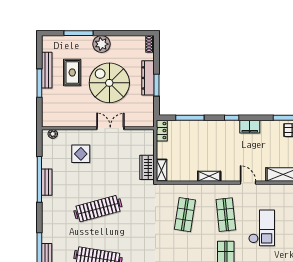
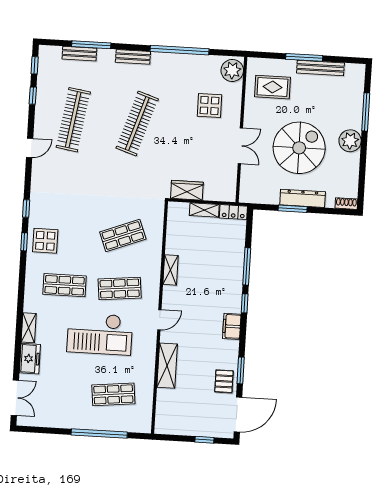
rug: (72, 73) -> (272, 87), moved
window: (190, 118) -> (247, 266), moved
plant: (53, 134) -> (232, 70), width x1.87, depth x1.87
shelving: (161, 170) -> (204, 210), moved
bench: (47, 182) -> (133, 57), moved
clothes rail: (98, 209) -> (137, 123), turned 33
shop shelf: (185, 215) -> (123, 236), turned -30
checkout: (262, 228) -> (100, 334), width x1.36, depth x1.21

